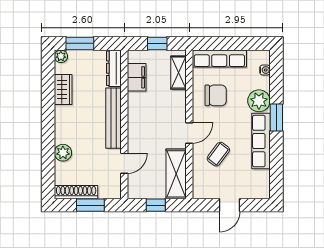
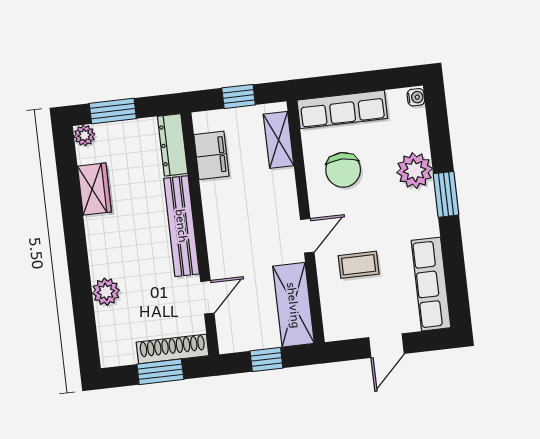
water cooler: (265, 70) -> (416, 97), moved
chair: (216, 95) -> (343, 170), turned 90
row of seats: (261, 141) -> (431, 284), moved
coffee table: (218, 154) -> (359, 265), turned 53
shoe rack: (76, 192) -> (173, 349), moved

